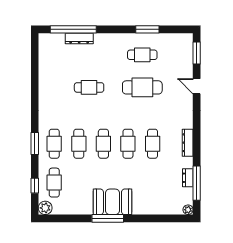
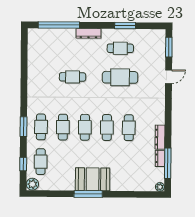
dresser: (79, 39) -> (88, 33), moved
door: (197, 86) -> (169, 77), swing flipped
dresser: (188, 143) -> (160, 137), moved

